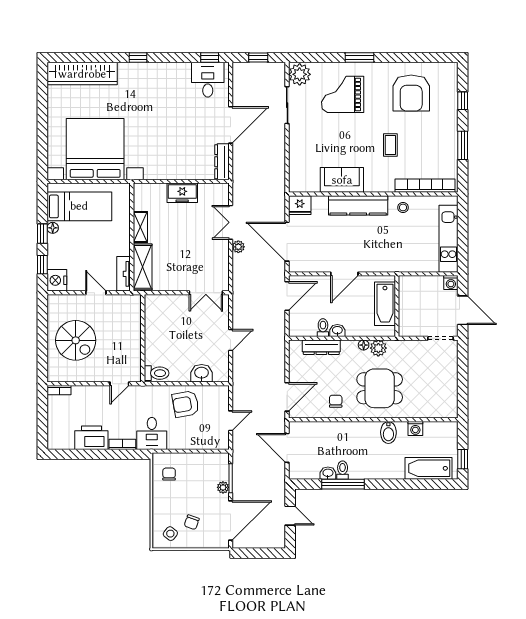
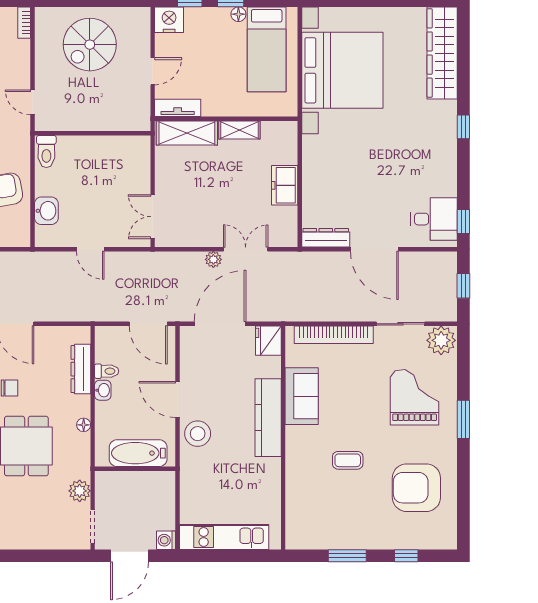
bookcase: (425, 186) -> (334, 335), moved, turned 90
stool: (403, 207) -> (198, 434), moved, width x1.89, depth x1.89
plant: (378, 348) -> (80, 491), moved

